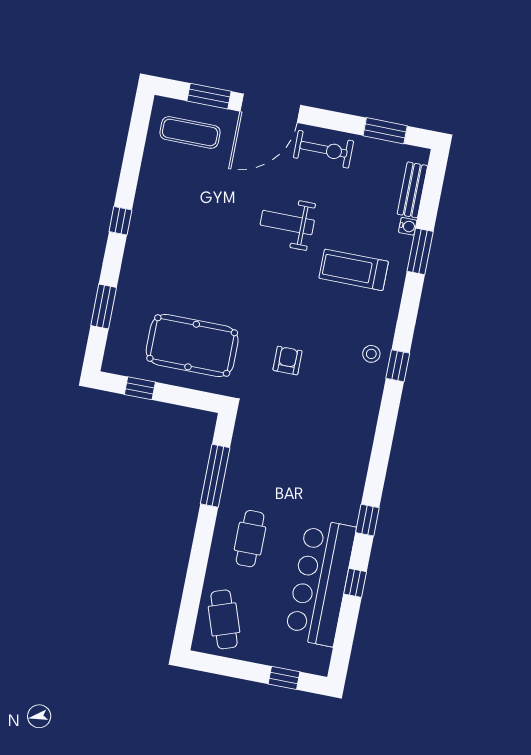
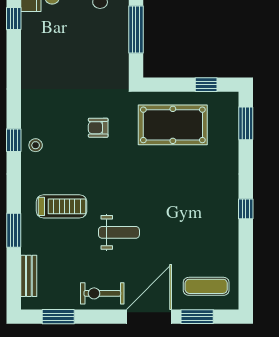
water cooler: (408, 226) -> (27, 247), removed
window: (104, 307) -> (246, 123), moved
armchair: (288, 361) -> (98, 128), turned 90

